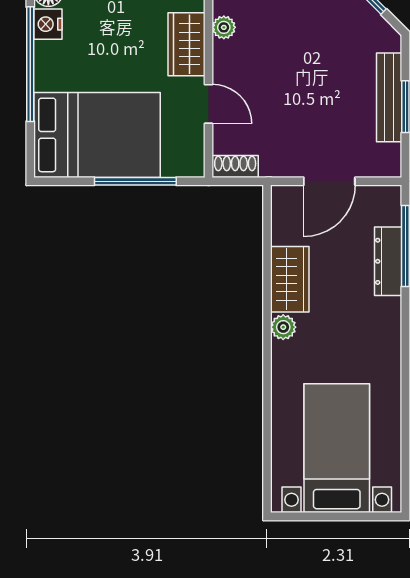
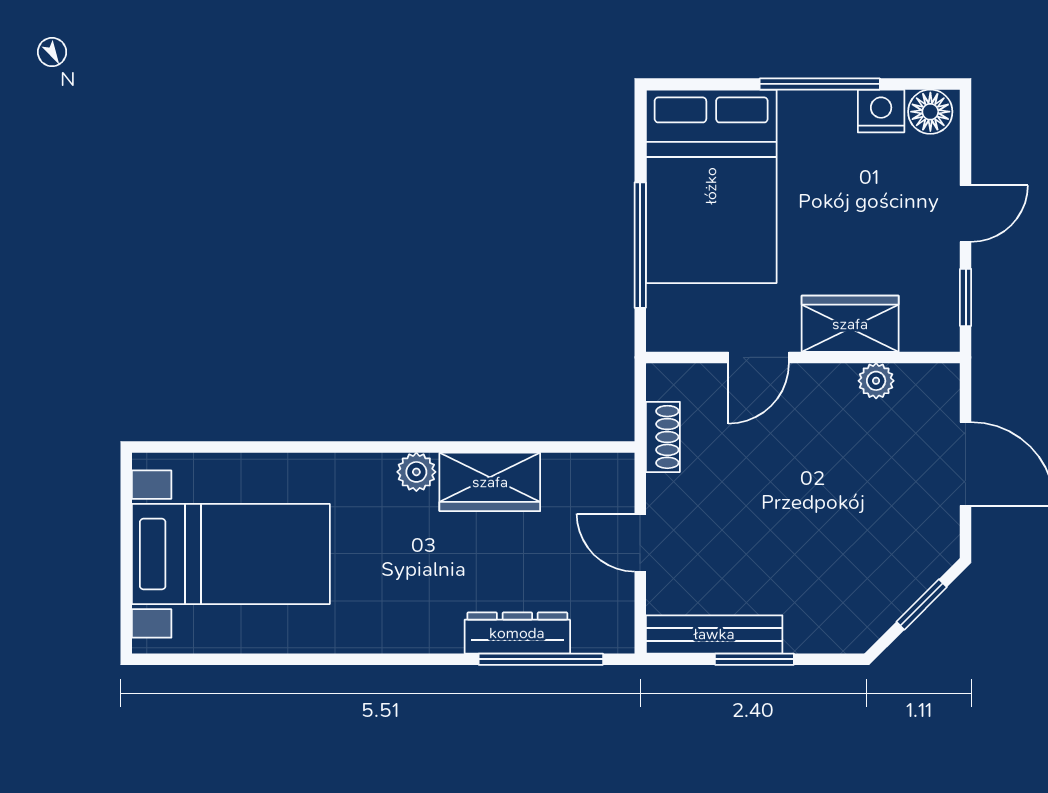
window: (30, 64) -> (820, 84), width x0.68
bench: (389, 97) -> (714, 634), moved
shoe rack: (235, 166) -> (663, 437), moved
door: (329, 181) -> (640, 543), width x0.73

